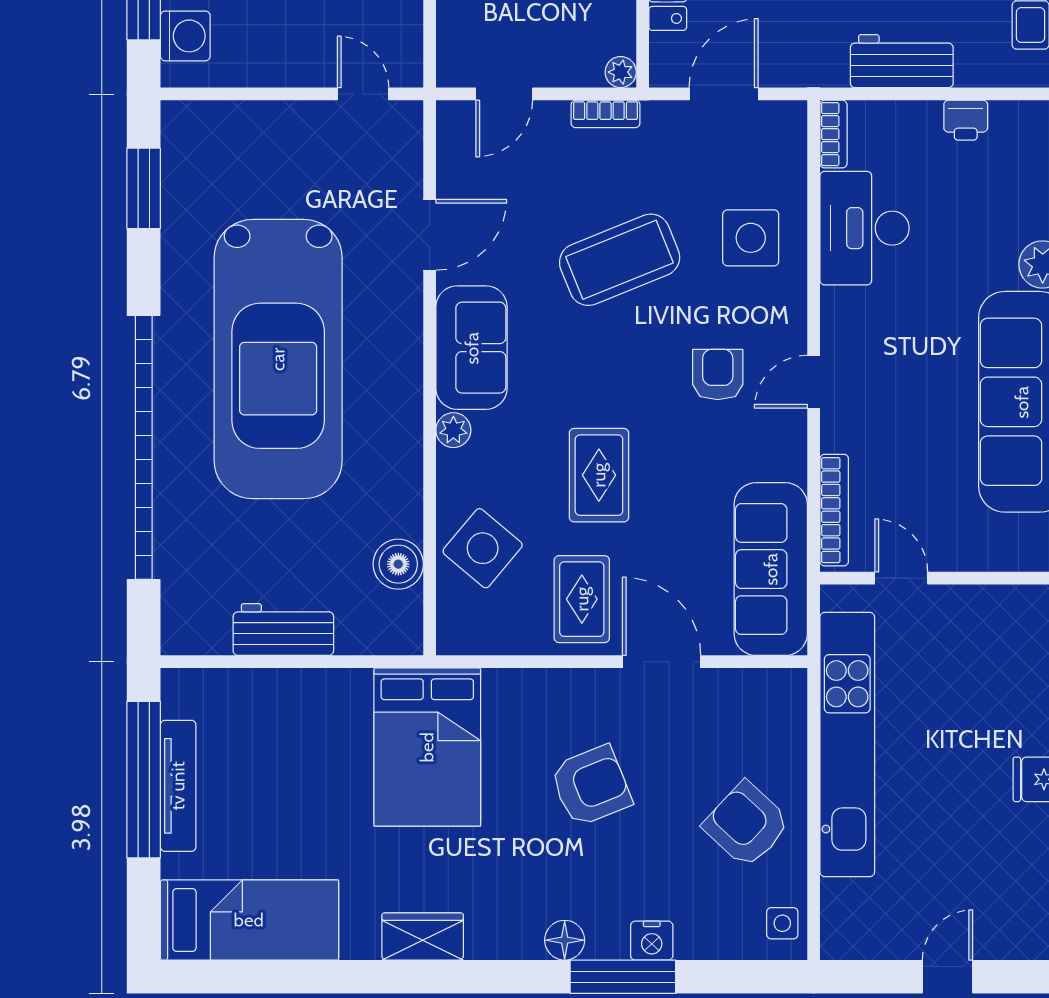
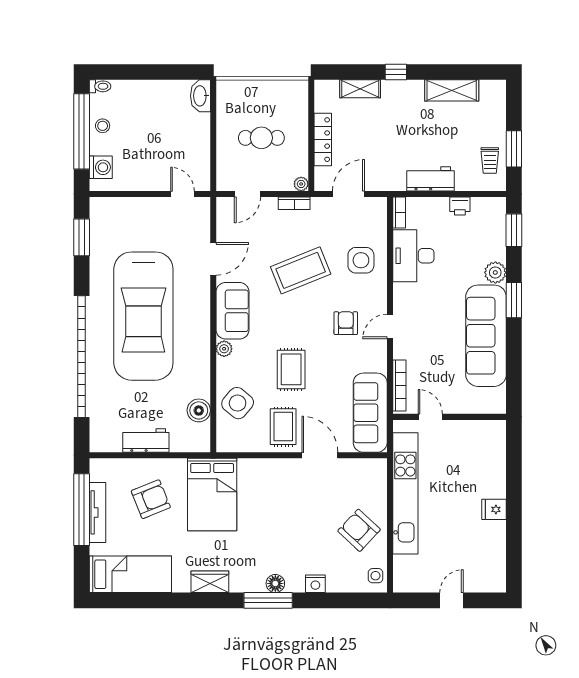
armchair: (591, 786) -> (151, 499), moved
window: (623, 977) -> (268, 600), moved

